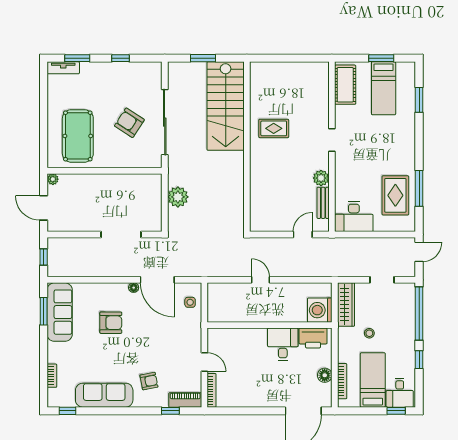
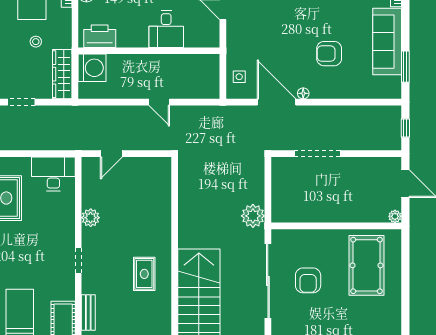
armchair: (129, 123) -> (308, 280), turned 57
rug: (274, 128) -> (144, 274), turned 90
plant: (178, 197) -> (253, 216), moved
bench: (323, 203) -> (88, 312), moved
sofa: (60, 312) -> (387, 42), moved
desk: (283, 344) -> (166, 29), moved

